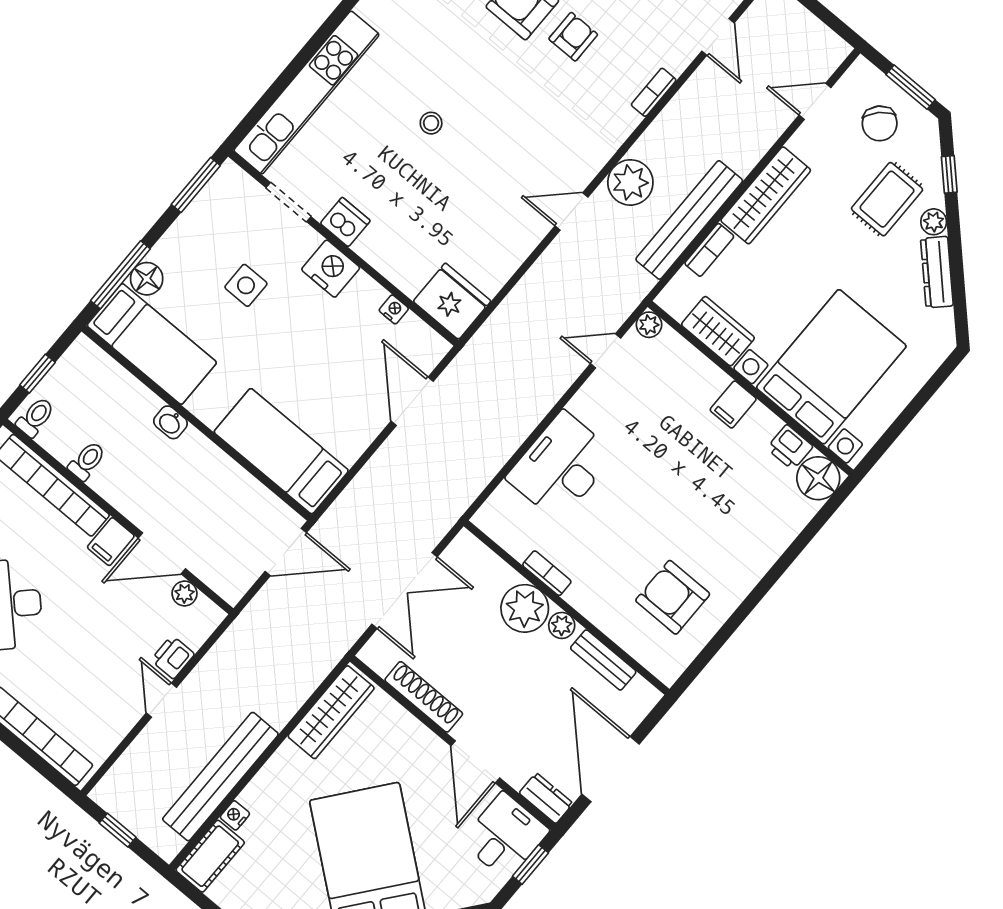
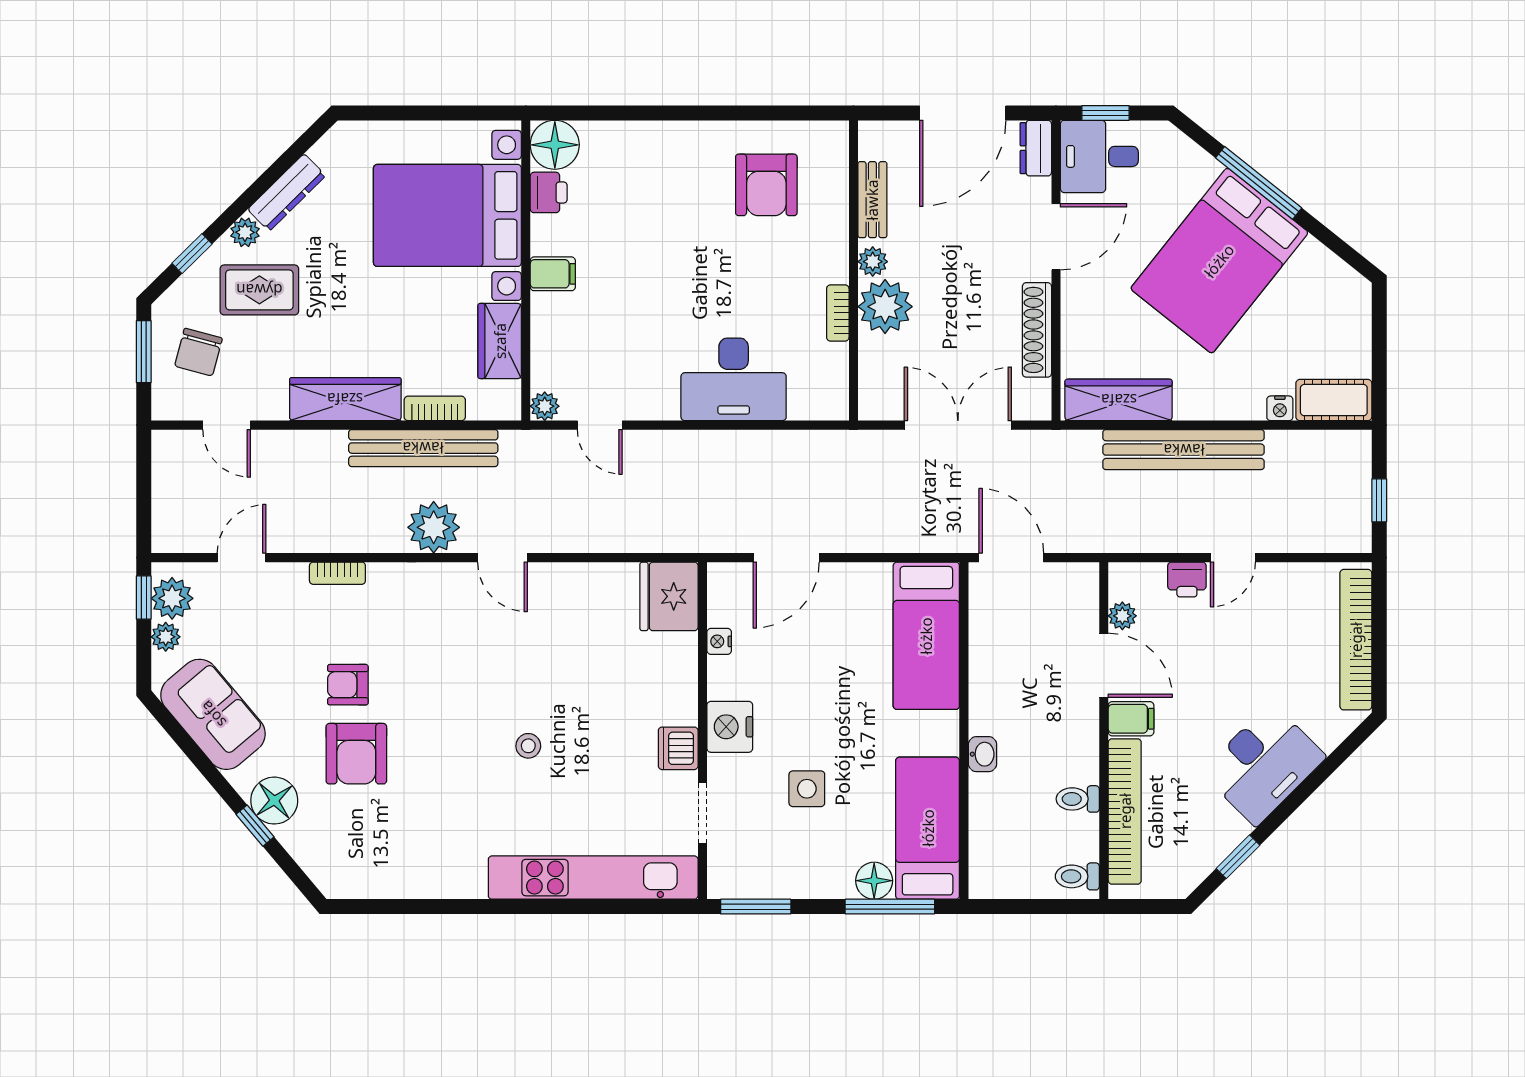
chair: (880, 123) -> (198, 352), turned 150
window: (37, 374) -> (1038, 907), removed
bench: (220, 777) -> (1184, 450), moved

